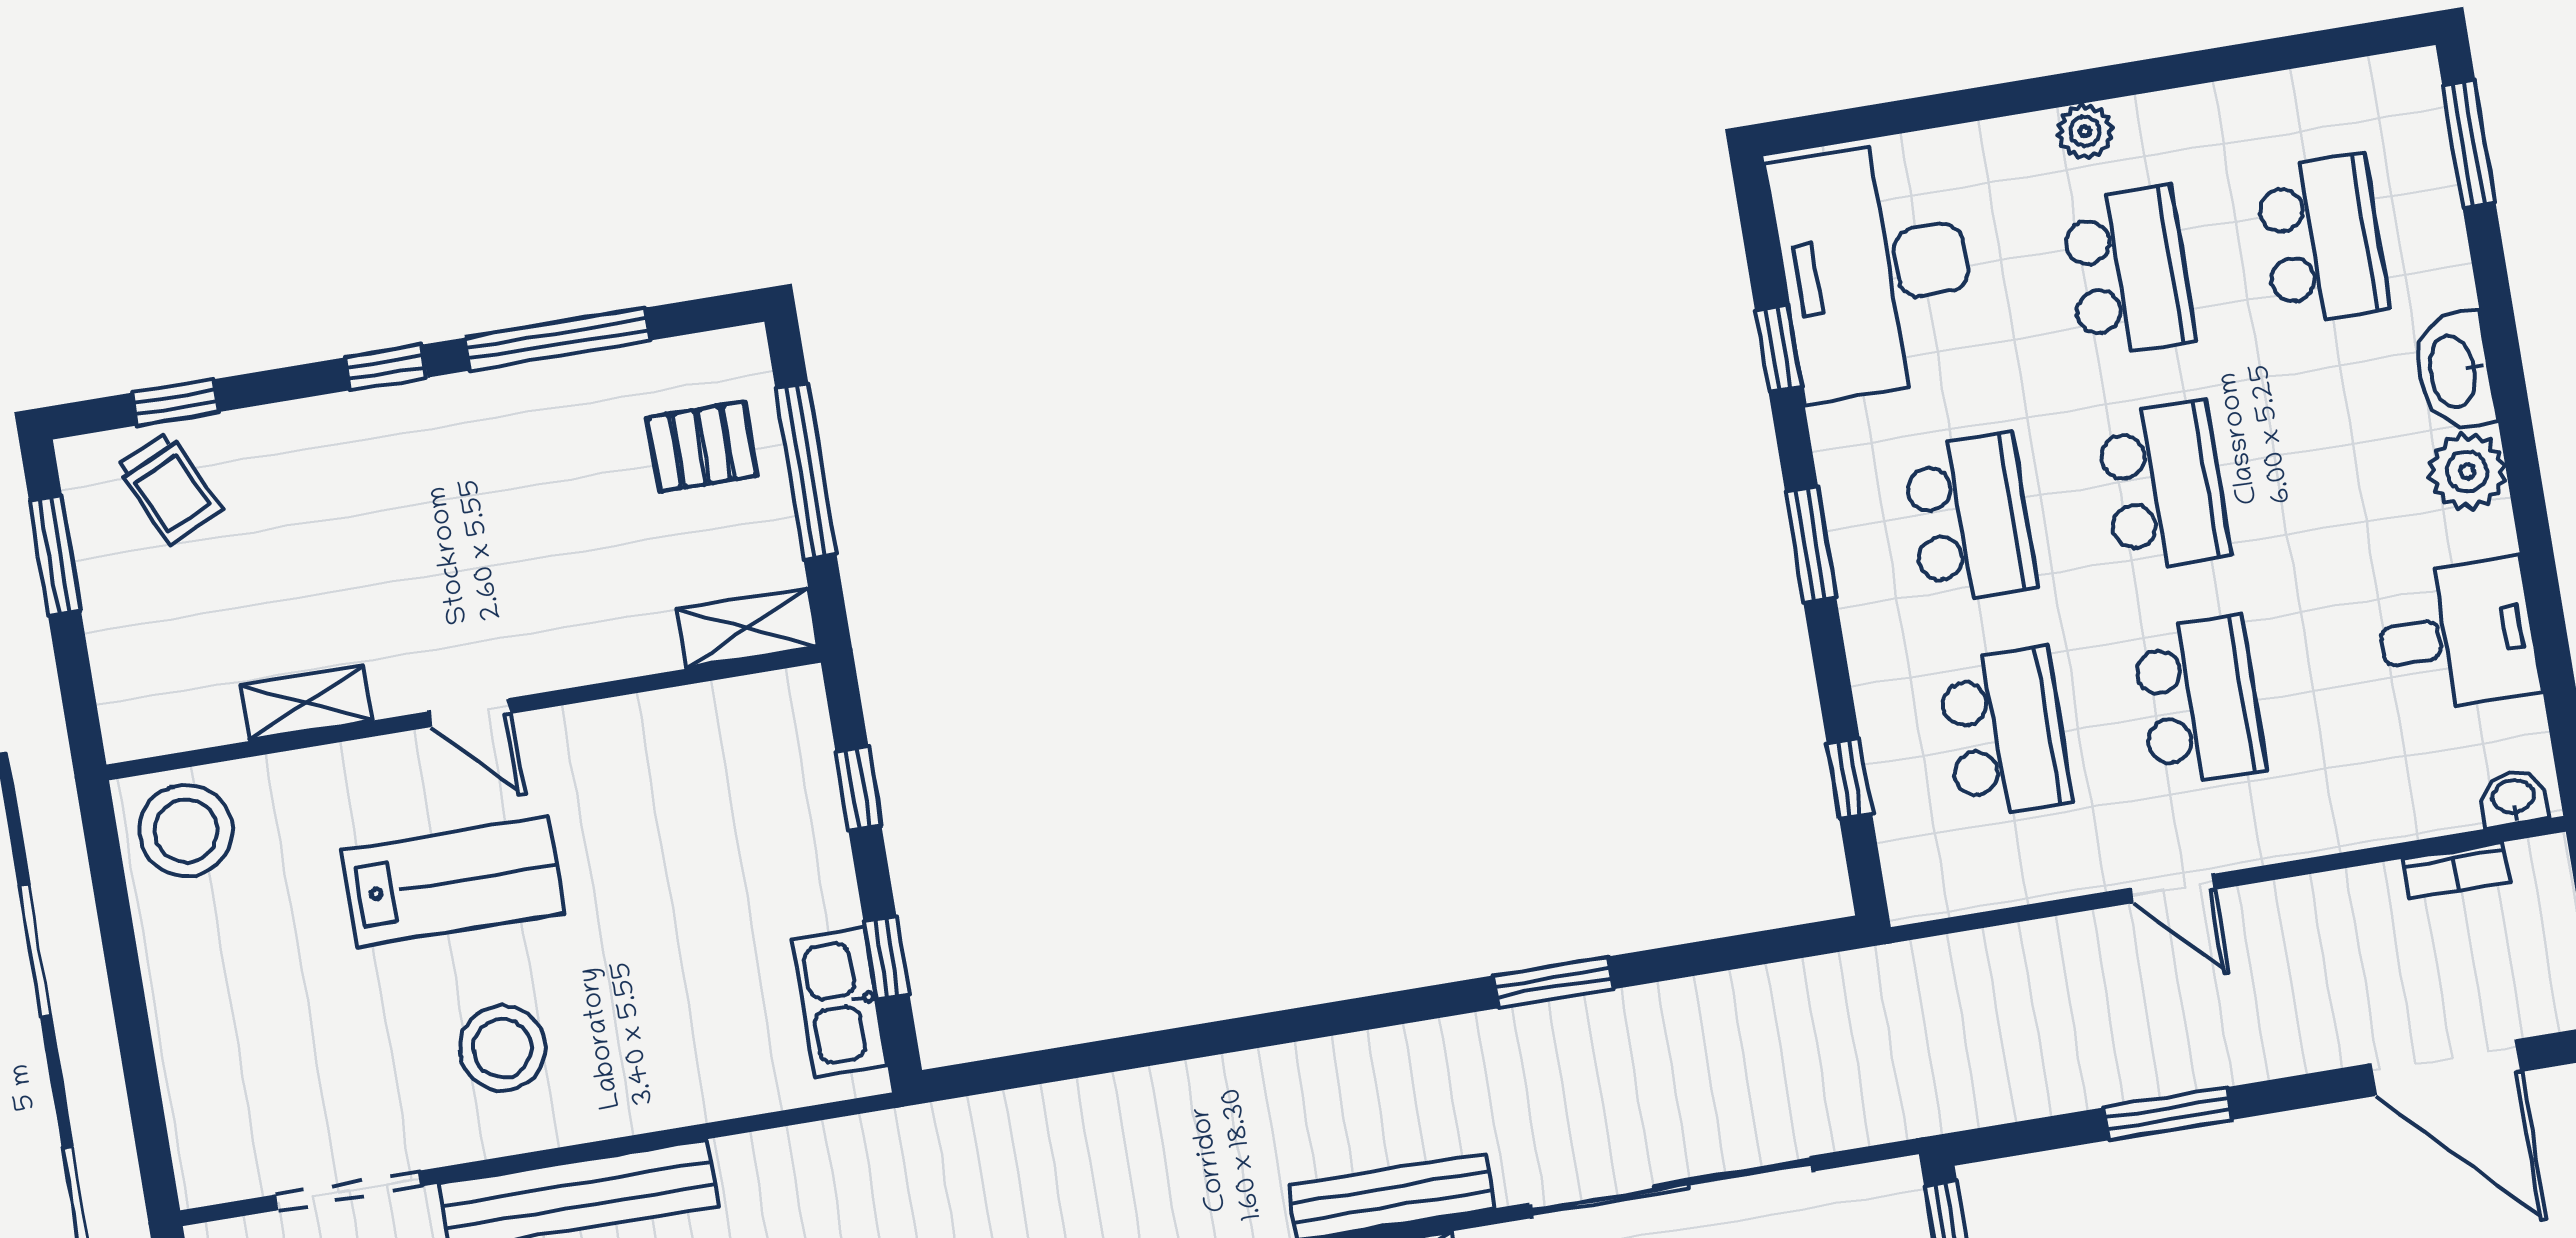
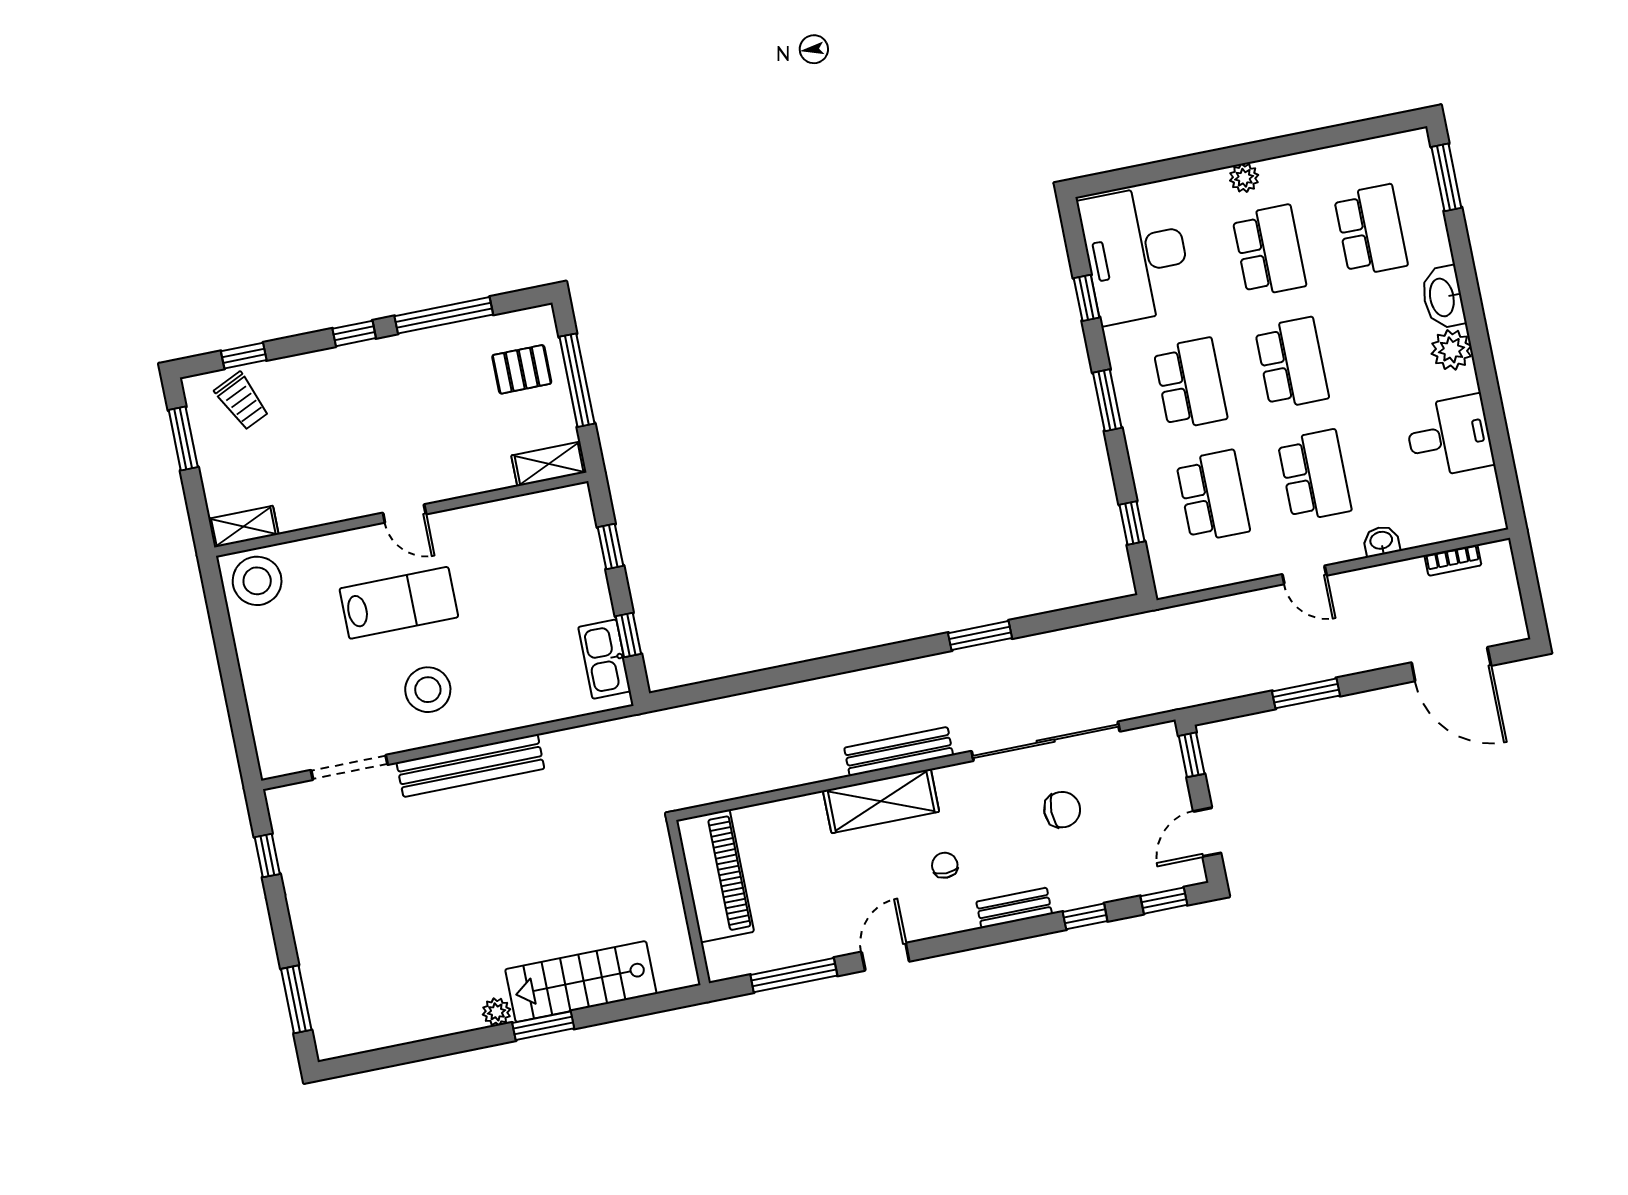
shelving: (306, 703) -> (243, 527), moved
washbasin: (2513, 798) -> (1381, 541), moved

